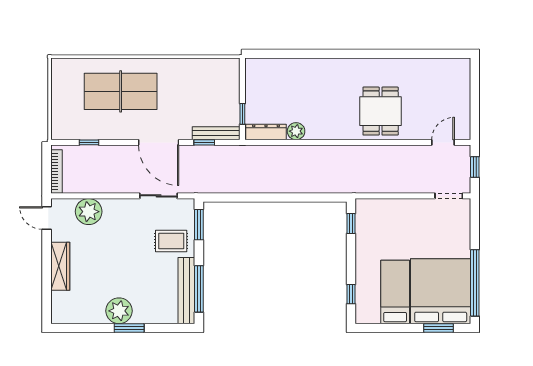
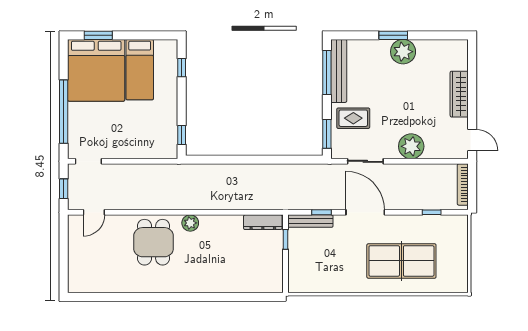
plant: (296, 131) -> (190, 223), moved
plant: (89, 212) -> (411, 146), moved
window: (475, 283) -> (64, 112), moved

